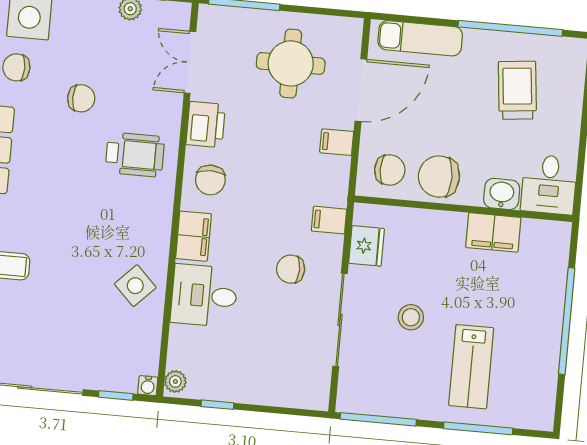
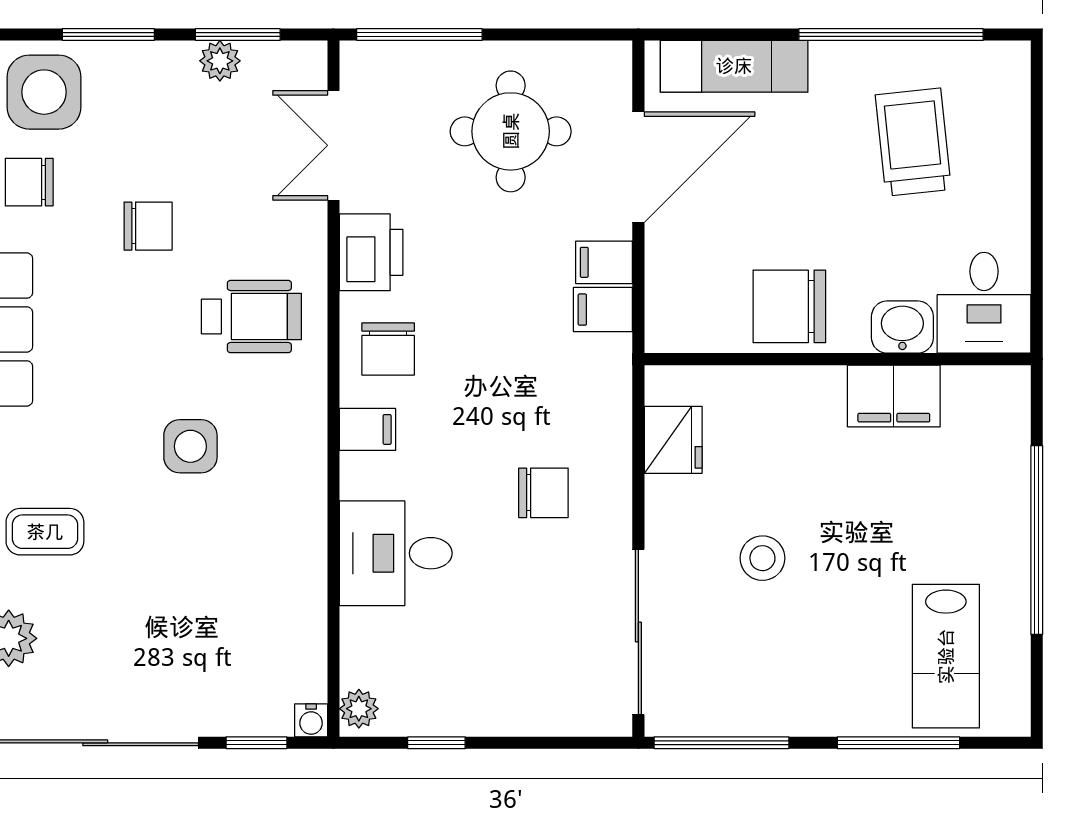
chair: (390, 170) -> (702, 303), removed
filing cabinet: (329, 220) -> (603, 310), moved
filing cabinet: (193, 236) -> (367, 429), width x0.50
chair: (291, 269) -> (543, 493), turned 180
side table: (135, 286) -> (190, 446), moved, turned 45
sliding door: (340, 320) -> (638, 632), moved
lab bench: (471, 367) -> (946, 656), moved

